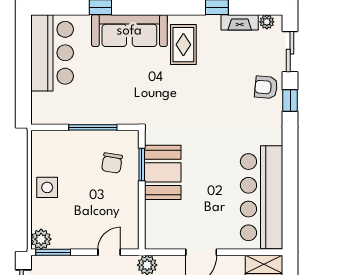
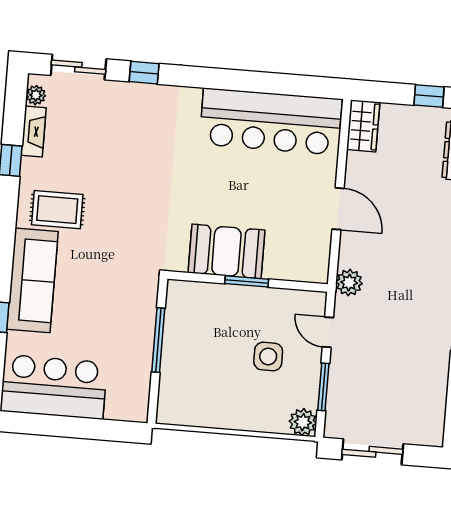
armchair: (266, 87) -> (124, 103), removed
chair: (112, 163) -> (208, 319), removed
window: (142, 165) -> (247, 281), moved
side table: (47, 187) -> (268, 357), moved
window: (53, 252) -> (323, 387), moved

